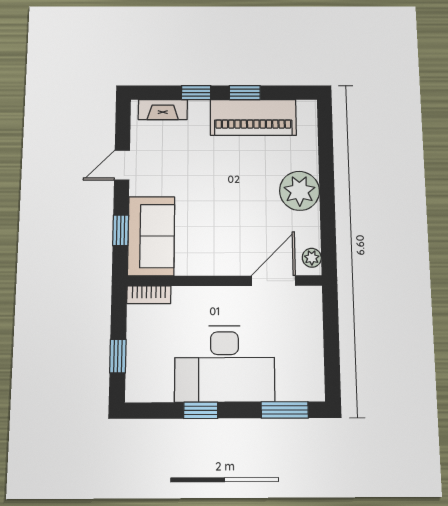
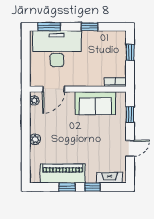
plant: (299, 191) -> (35, 139), width x0.53, depth x0.53
sofa: (151, 236) -> (95, 103), moved, turned -90
desk: (225, 364) -> (57, 49), moved

